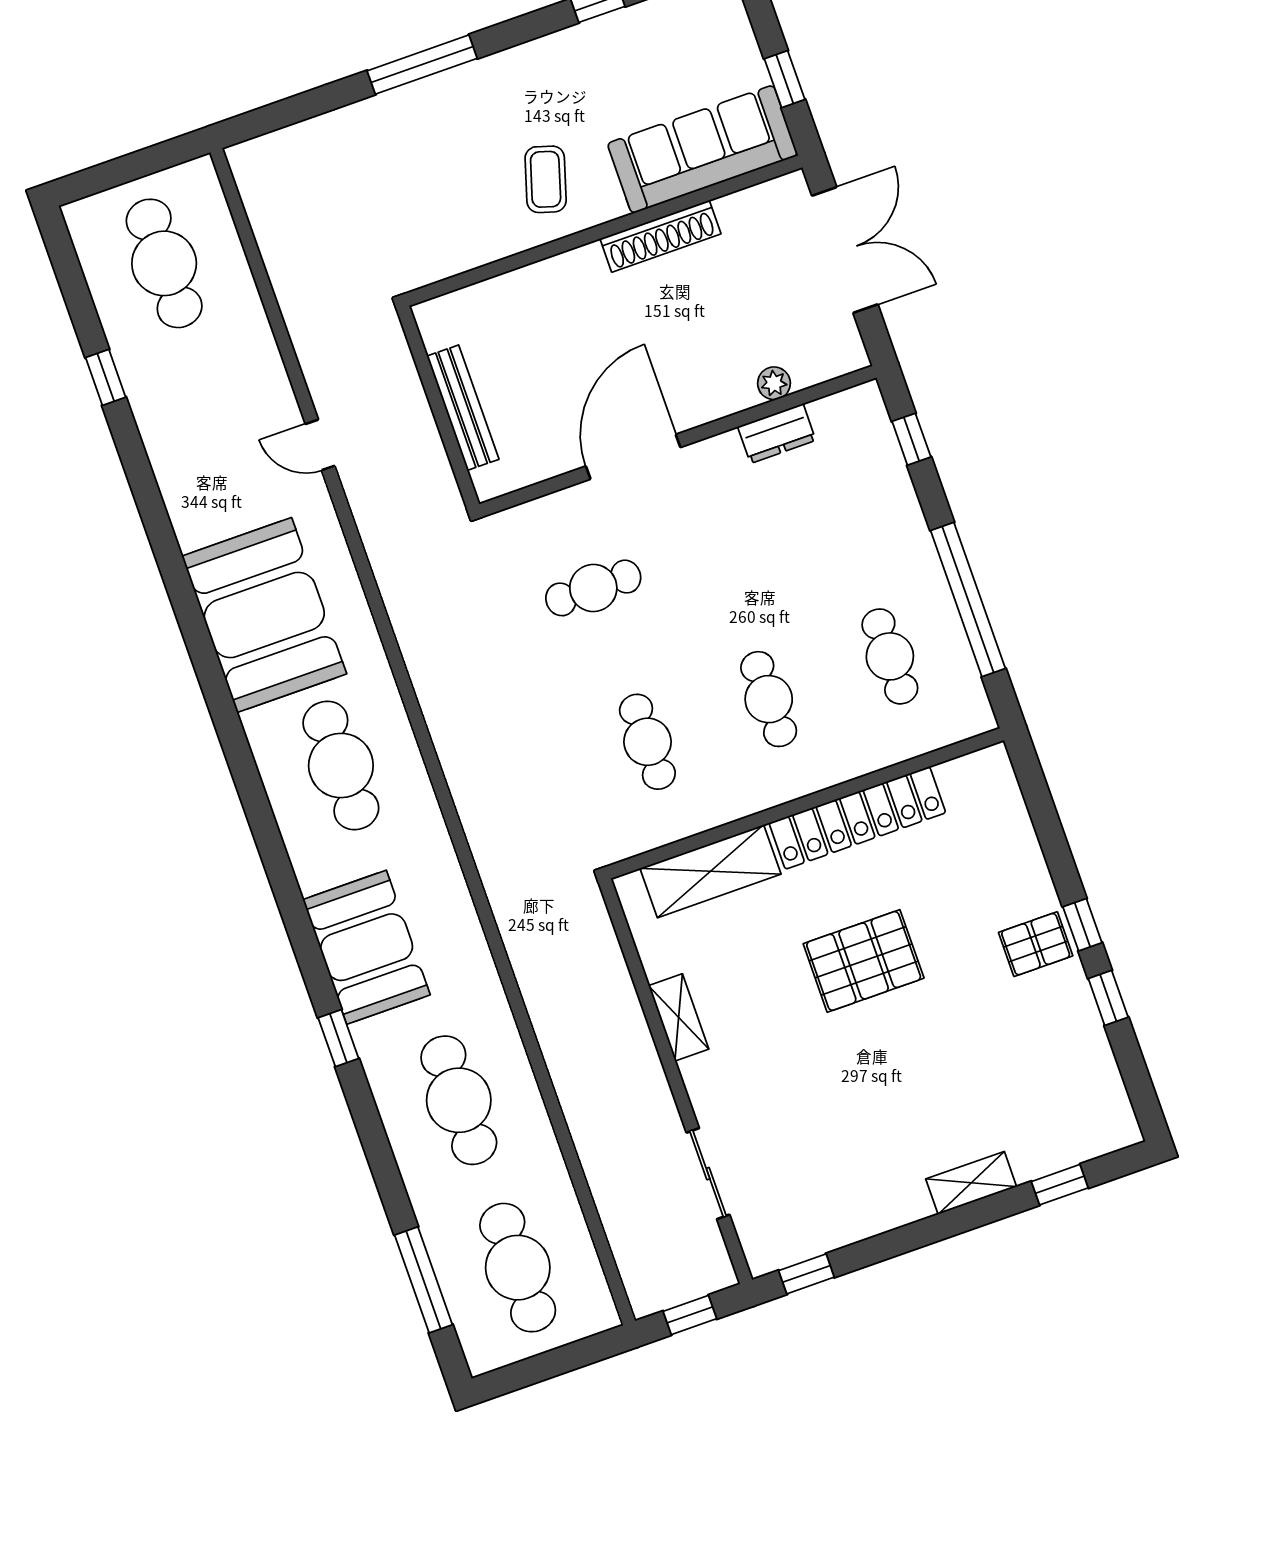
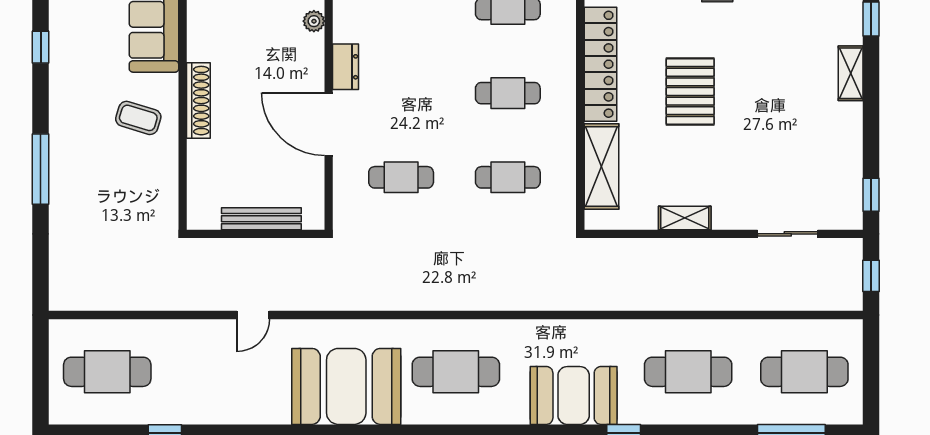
shoe rack: (660, 236) -> (198, 101), moved
dresser: (777, 434) -> (346, 67), moved
cafe table: (593, 588) -> (401, 177), turned 90

